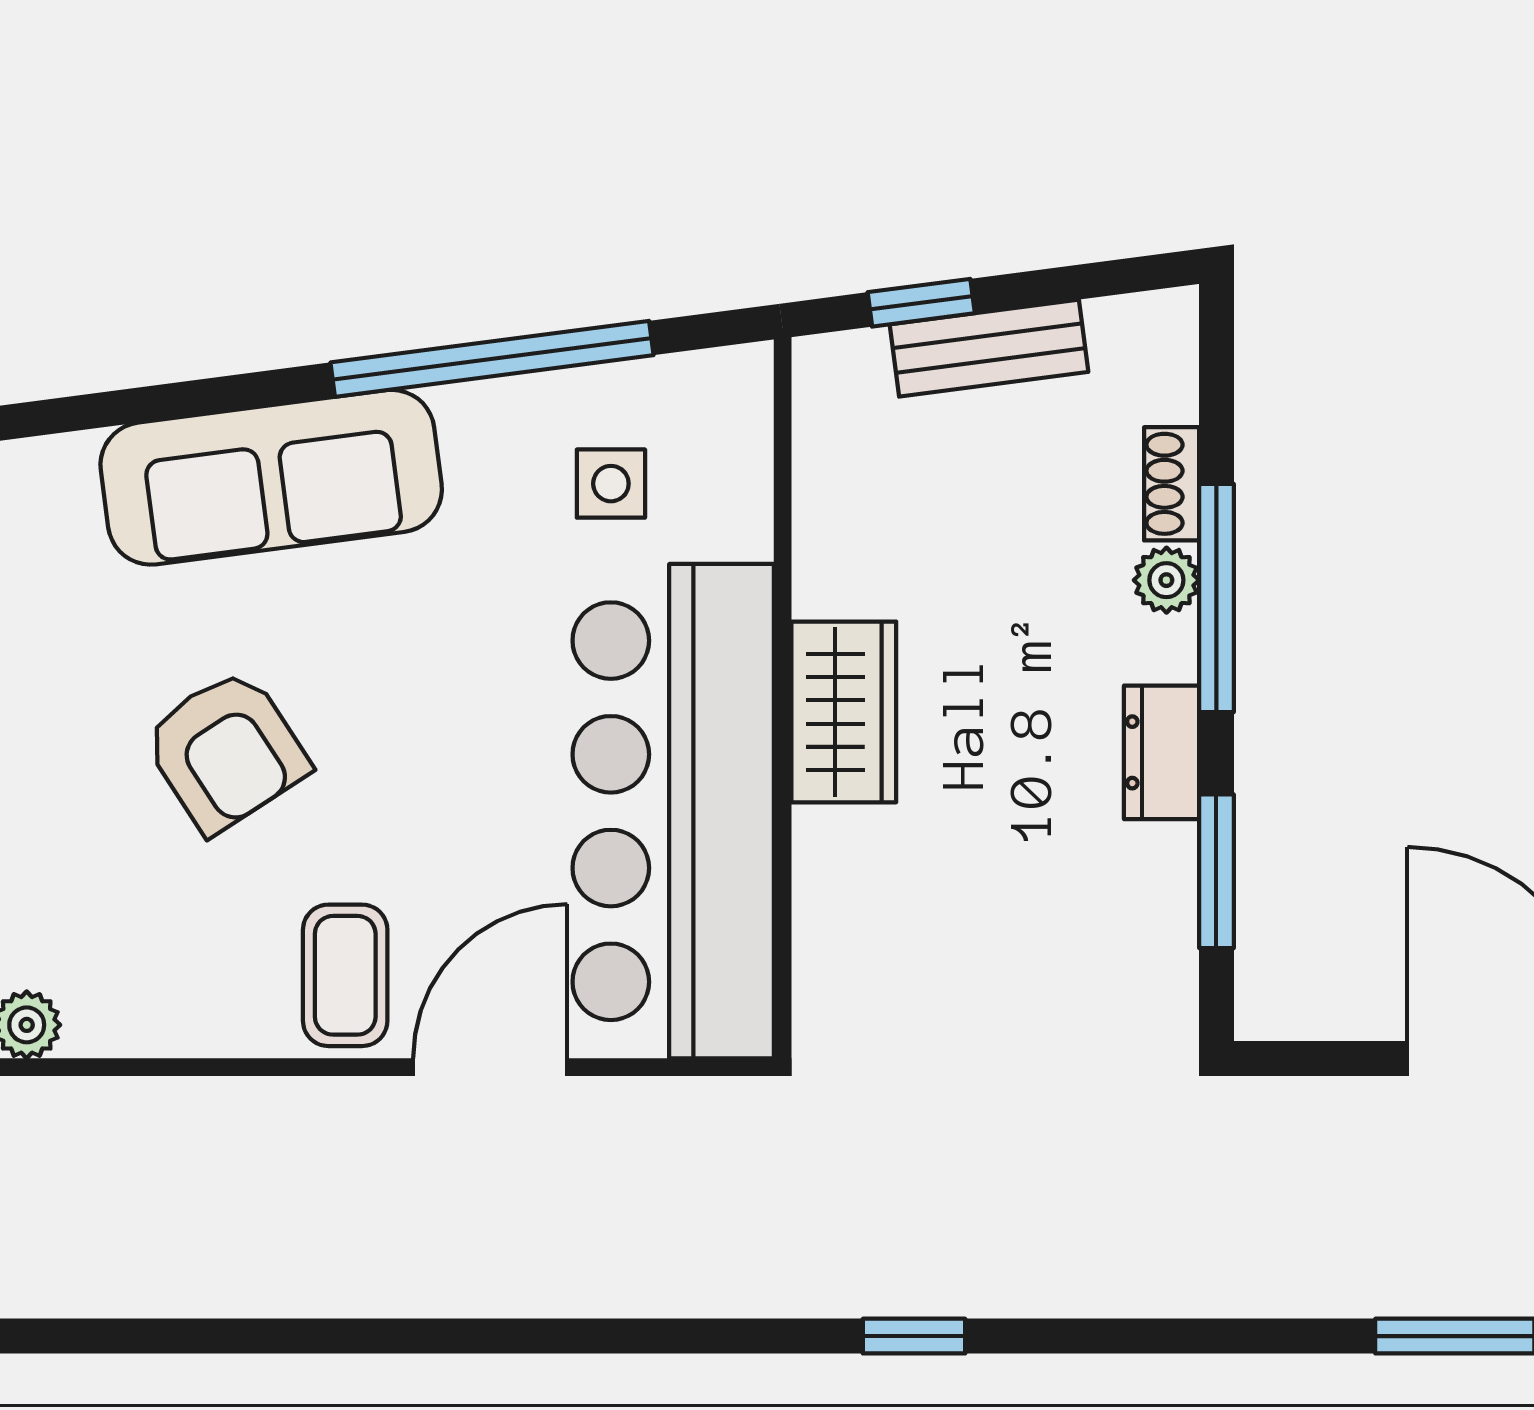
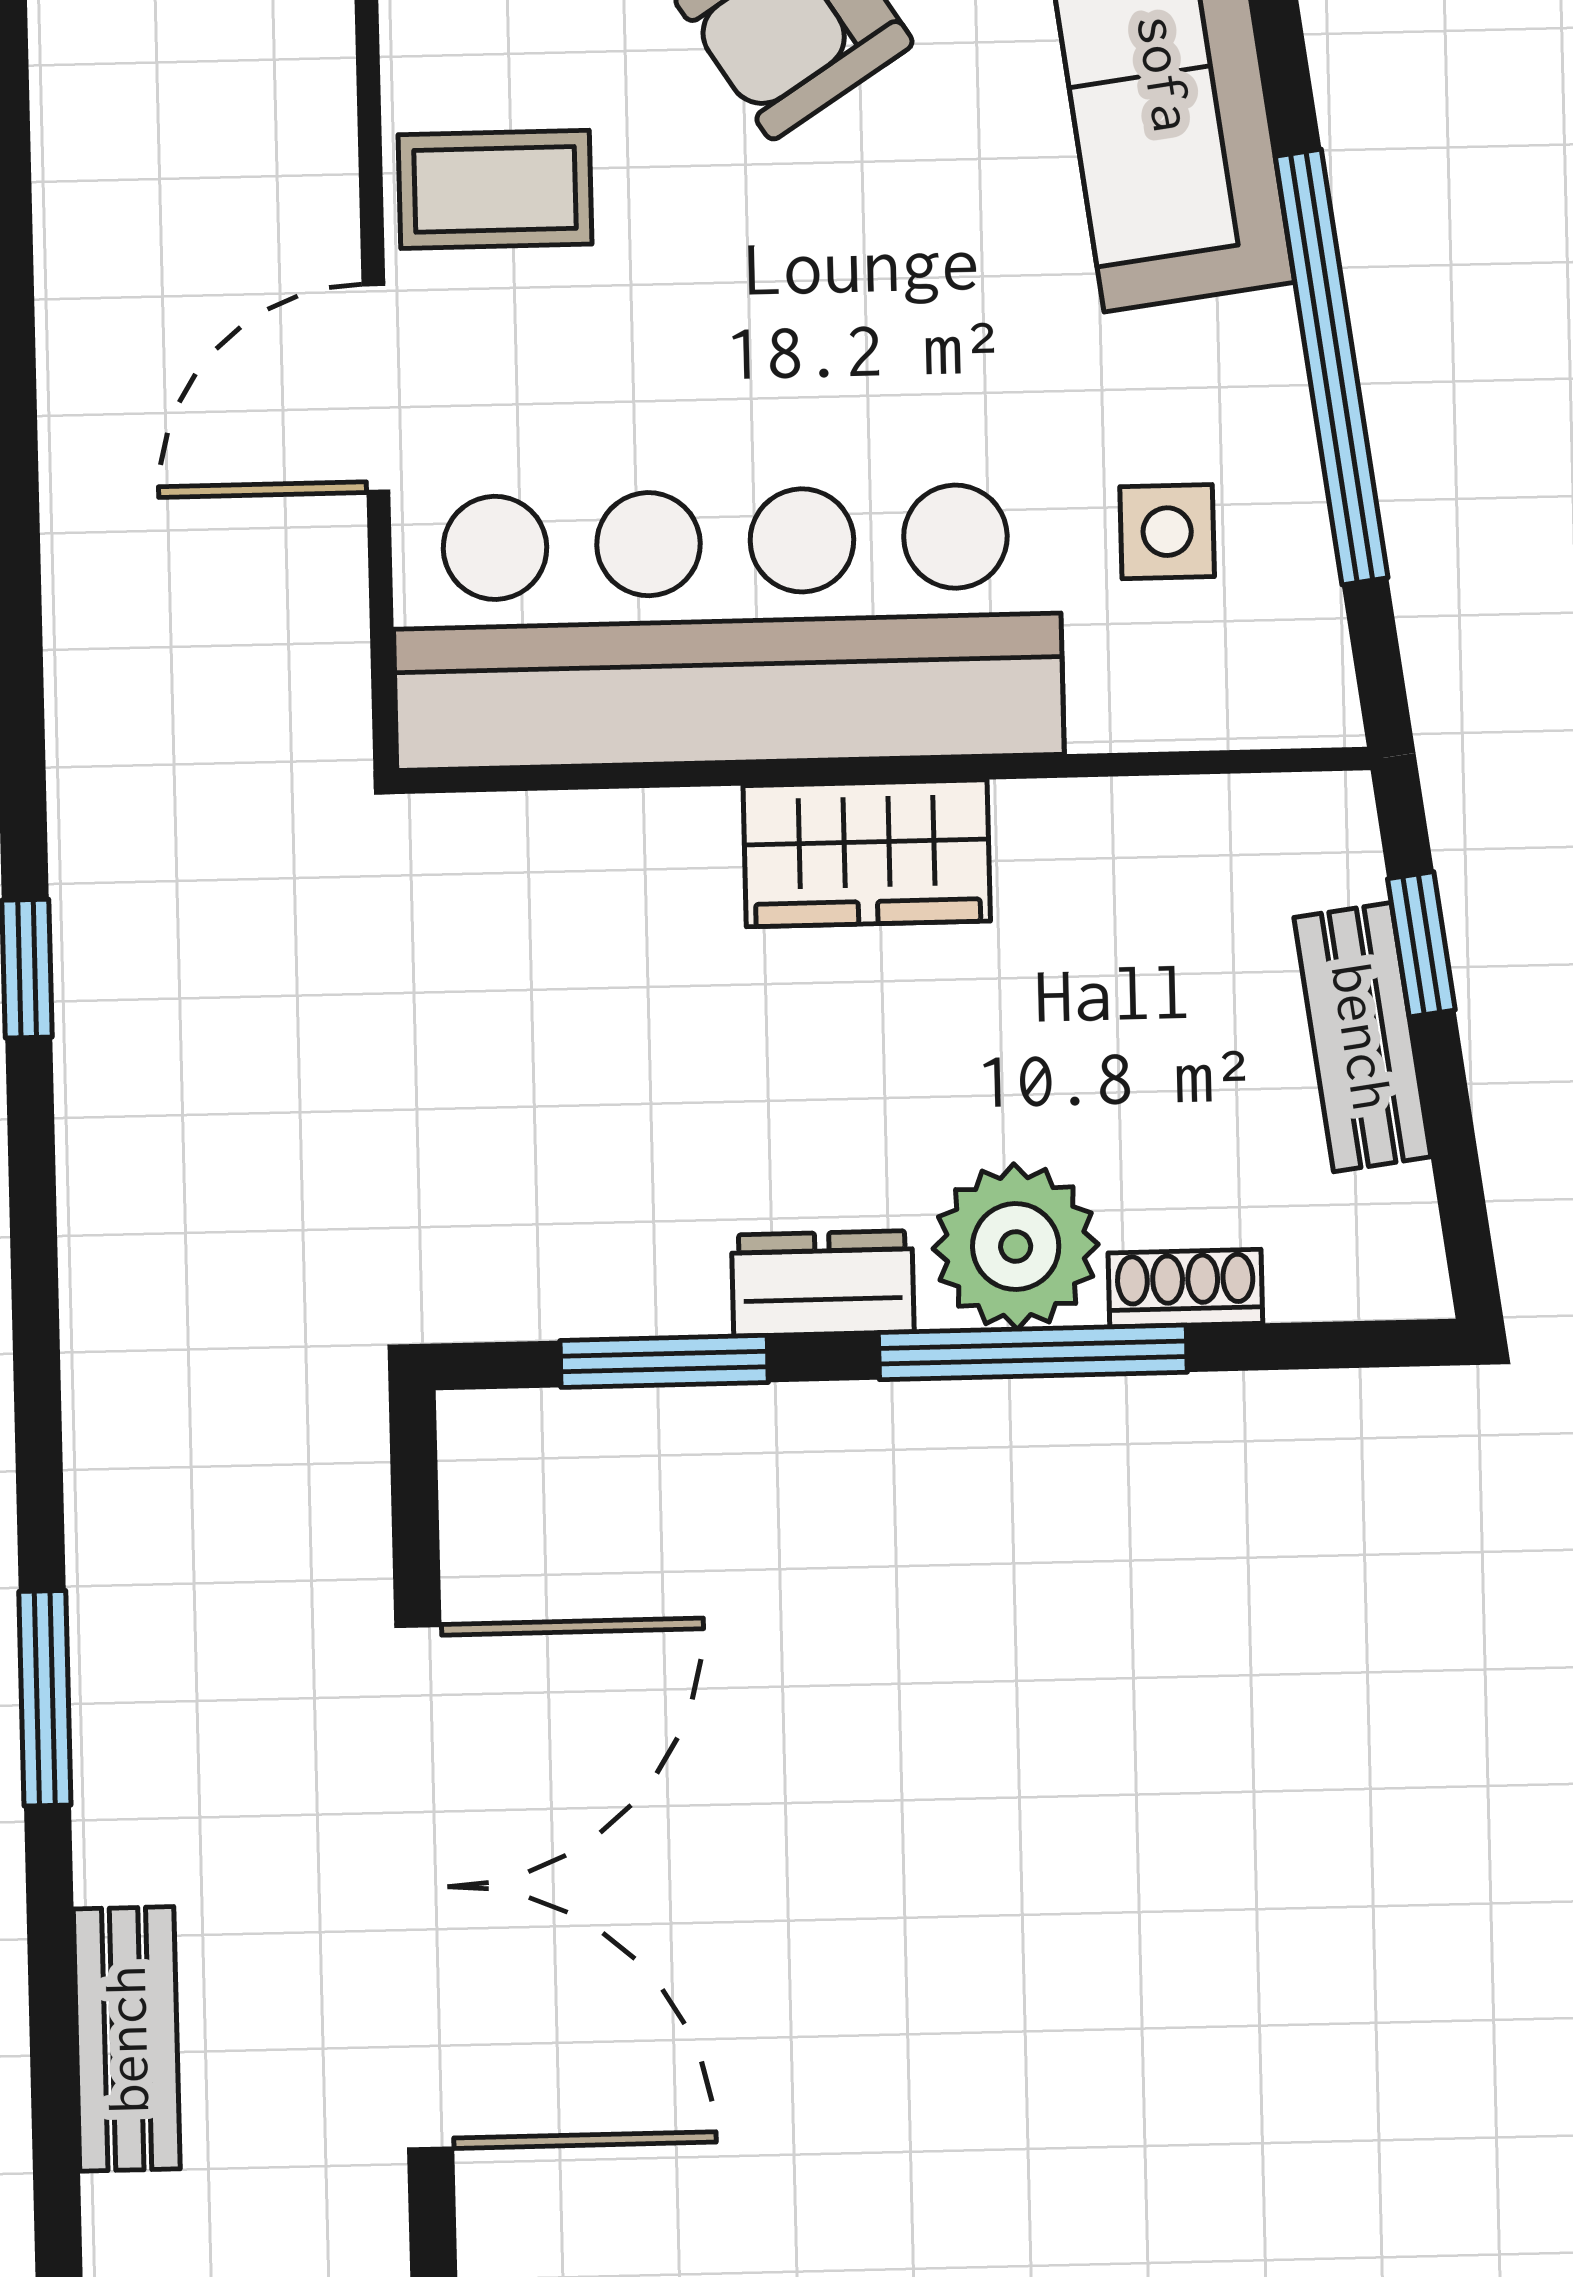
plant: (1166, 580) -> (1016, 1246), width x1.87, depth x1.87
door: (490, 1067) -> (376, 388), swing flipped

